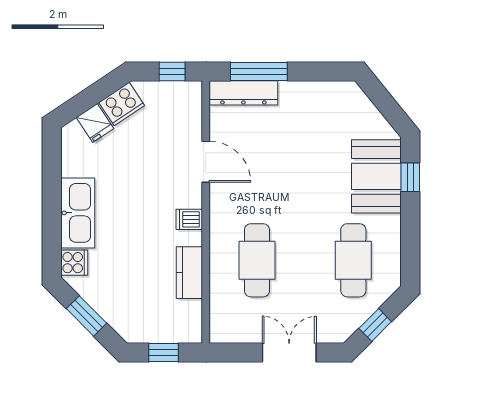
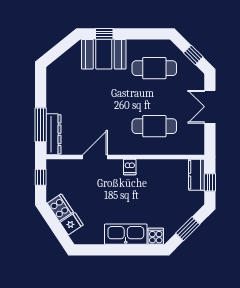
kitchen counter: (189, 273) -> (196, 175), moved, turned 90

